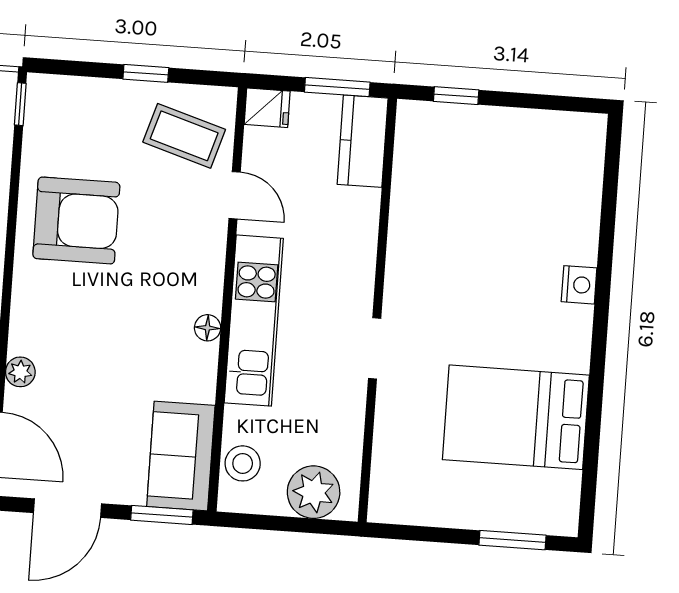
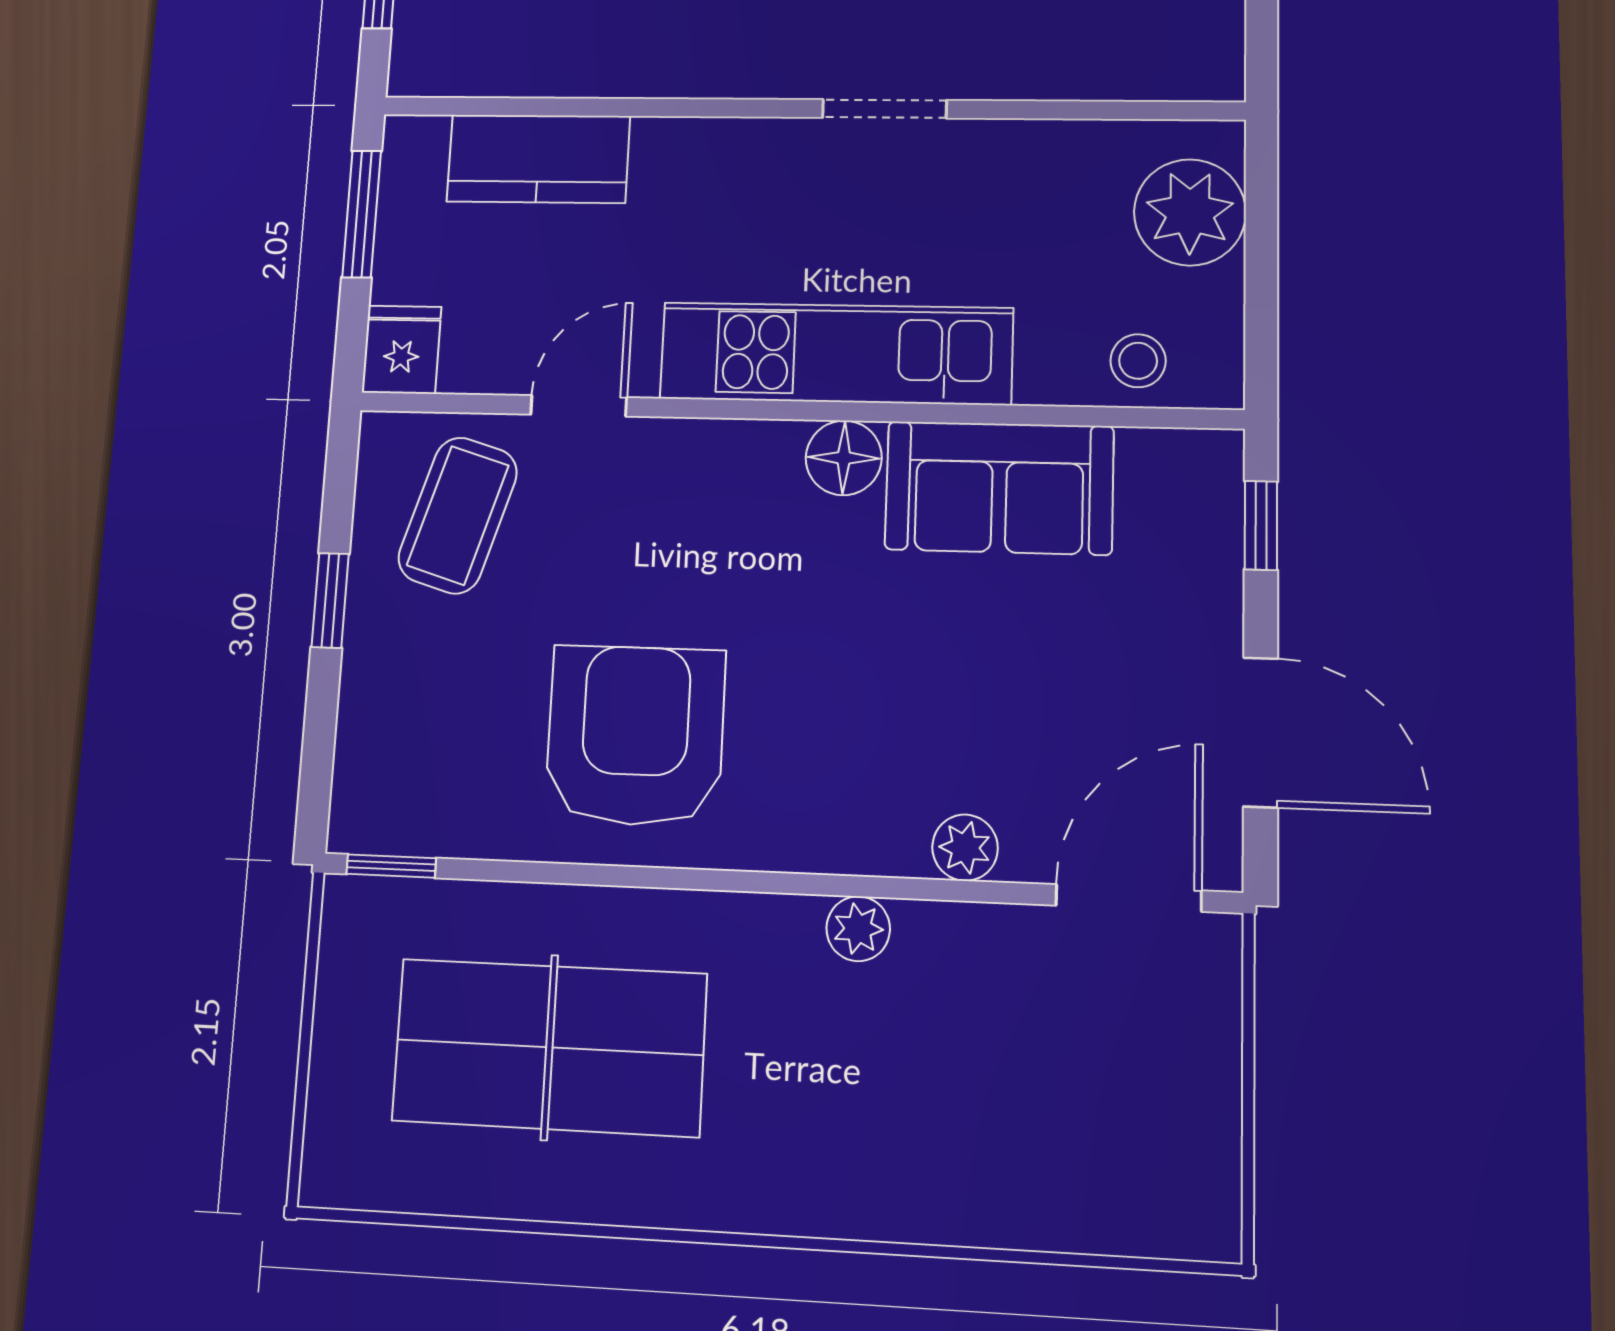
kitchen counter: (363, 141) -> (538, 159), moved
floor lamp: (208, 328) -> (844, 458), width x1.37, depth x1.37
sofa: (181, 456) -> (999, 488), moved
stool: (243, 463) -> (1138, 361), width x0.73, depth x0.73
window: (162, 515) -> (1261, 525), width x0.67

